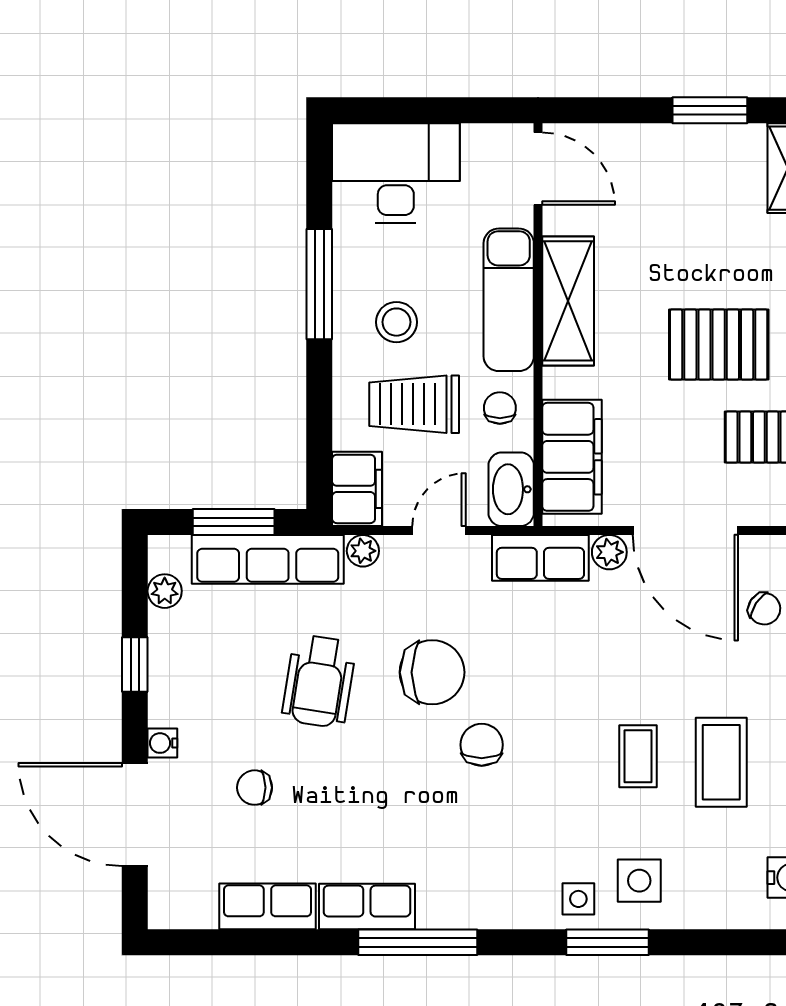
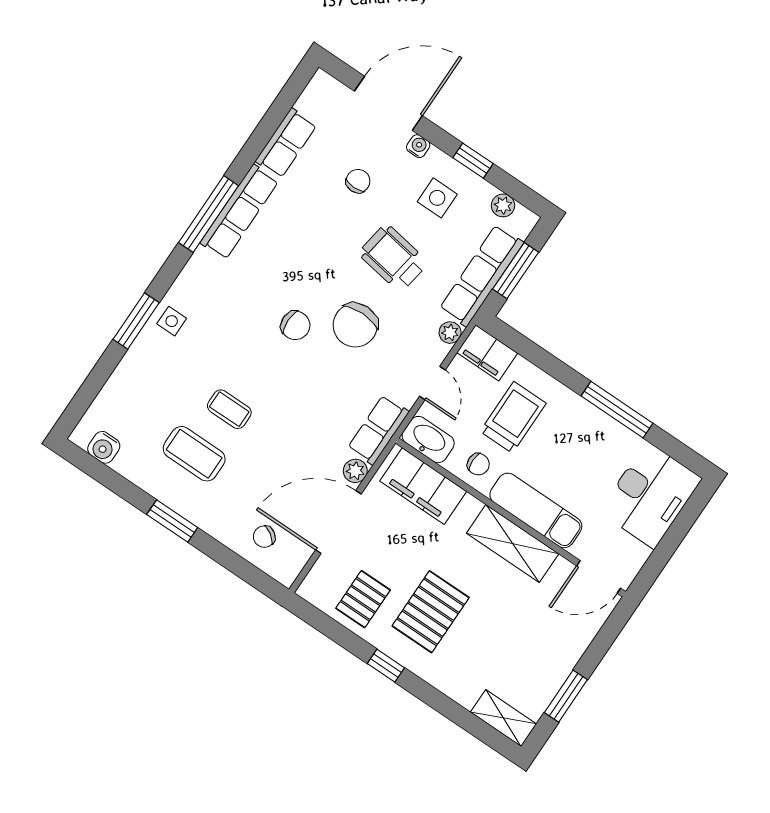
stool: (396, 322) -> (566, 439), removed
side table: (639, 881) -> (437, 198), moved
row of seats: (367, 907) -> (239, 212), width x1.48

